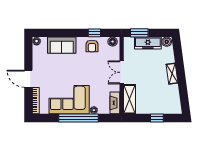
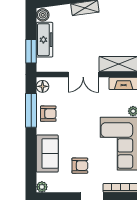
window: (94, 33) -> (31, 110), width x2.17
armchair: (53, 70) -> (80, 166), added

